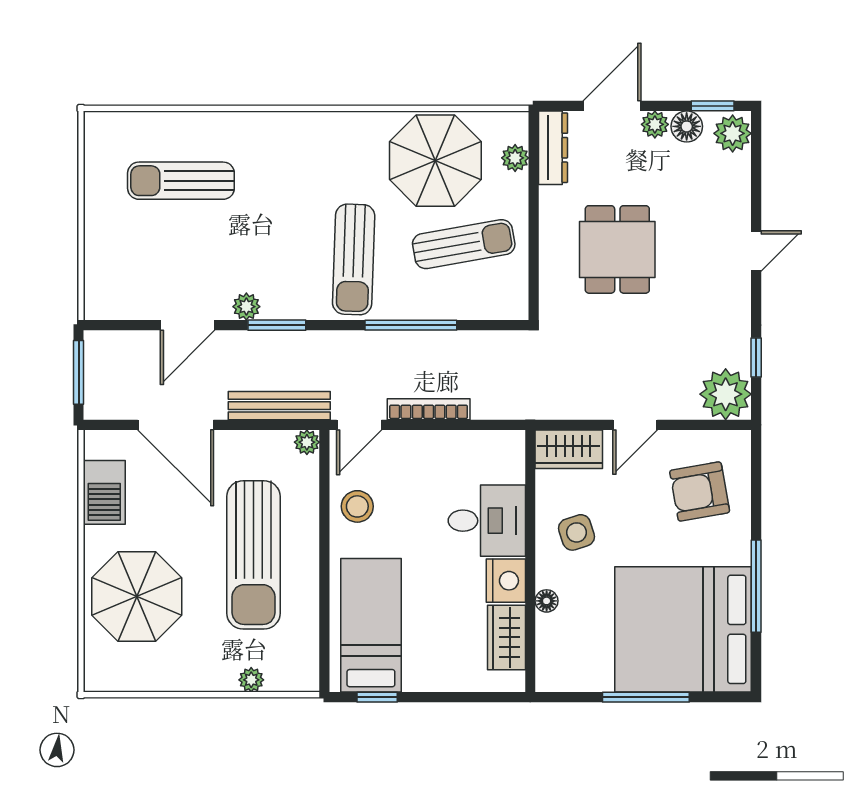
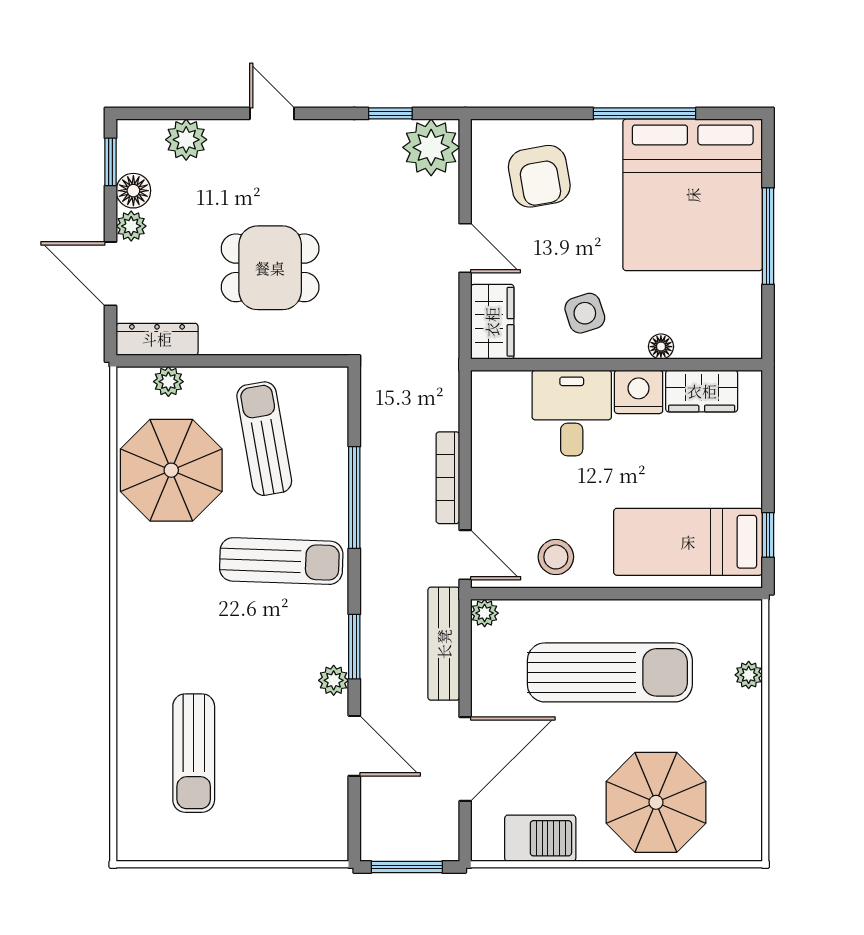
plant: (733, 133) -> (186, 140), moved

